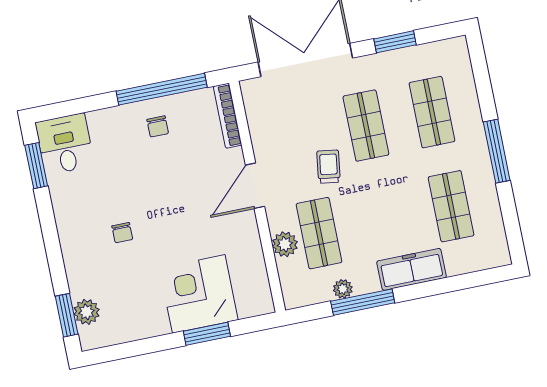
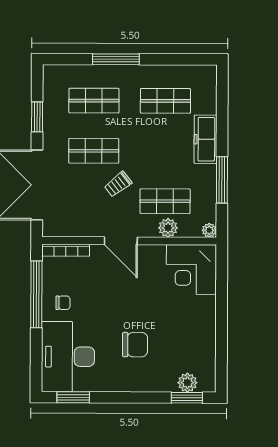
desk: (65, 144) -> (68, 357), width x1.87, depth x1.30
window: (497, 151) -> (116, 59), moved
trolley: (329, 167) -> (118, 184), turned -46
chair: (122, 233) -> (135, 345), width x1.87, depth x1.87
plant: (343, 289) -> (209, 230), moved
corner desk: (199, 294) -> (191, 270), moved
window: (207, 334) -> (222, 298), removed

